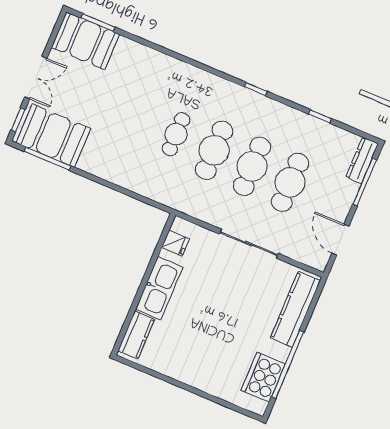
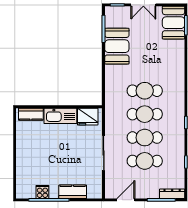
cafe table: (176, 134) -> (145, 91), width x1.37, depth x1.35
booth: (53, 136) -> (117, 46), moved
fridge: (175, 243) -> (88, 117), width x1.88, depth x1.34
kitchen counter: (295, 309) -> (73, 192), width x0.67
cooker: (263, 377) -> (42, 192), width x0.53, depth x0.76

